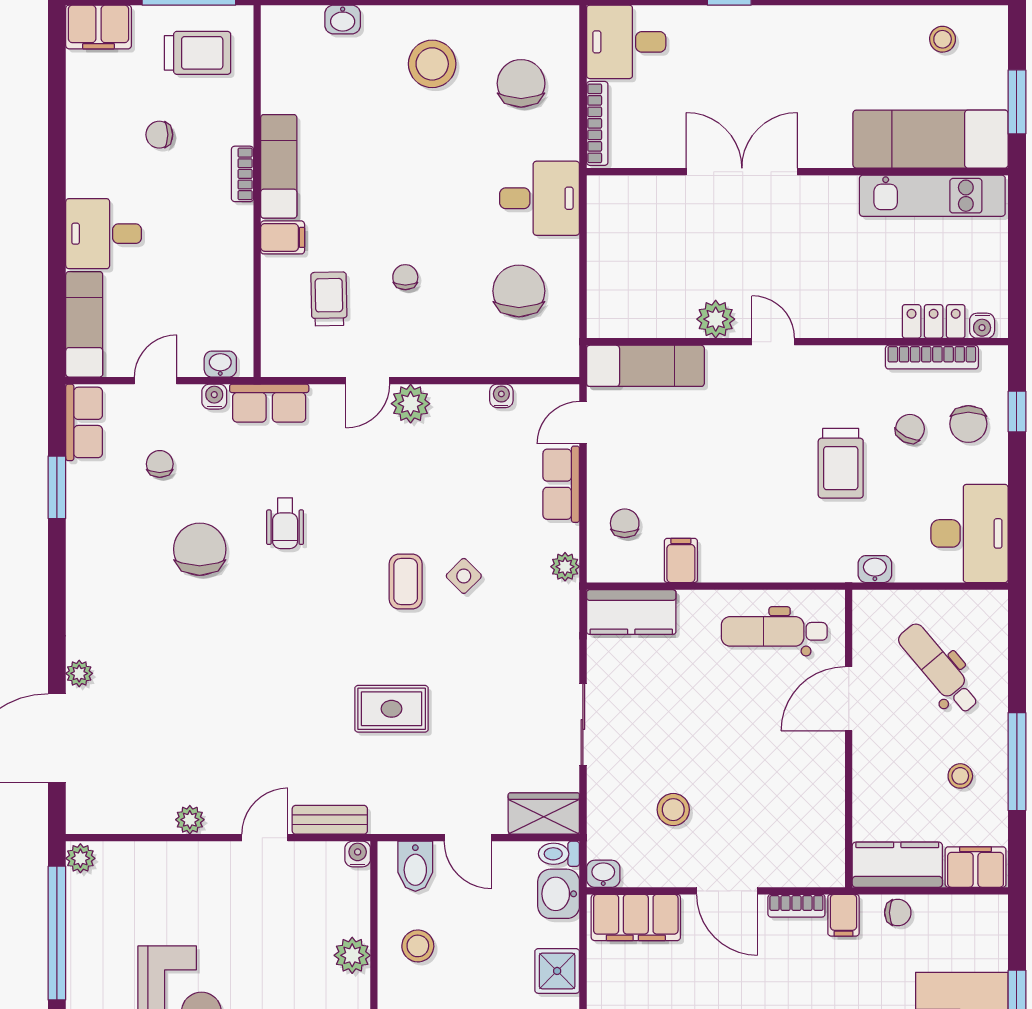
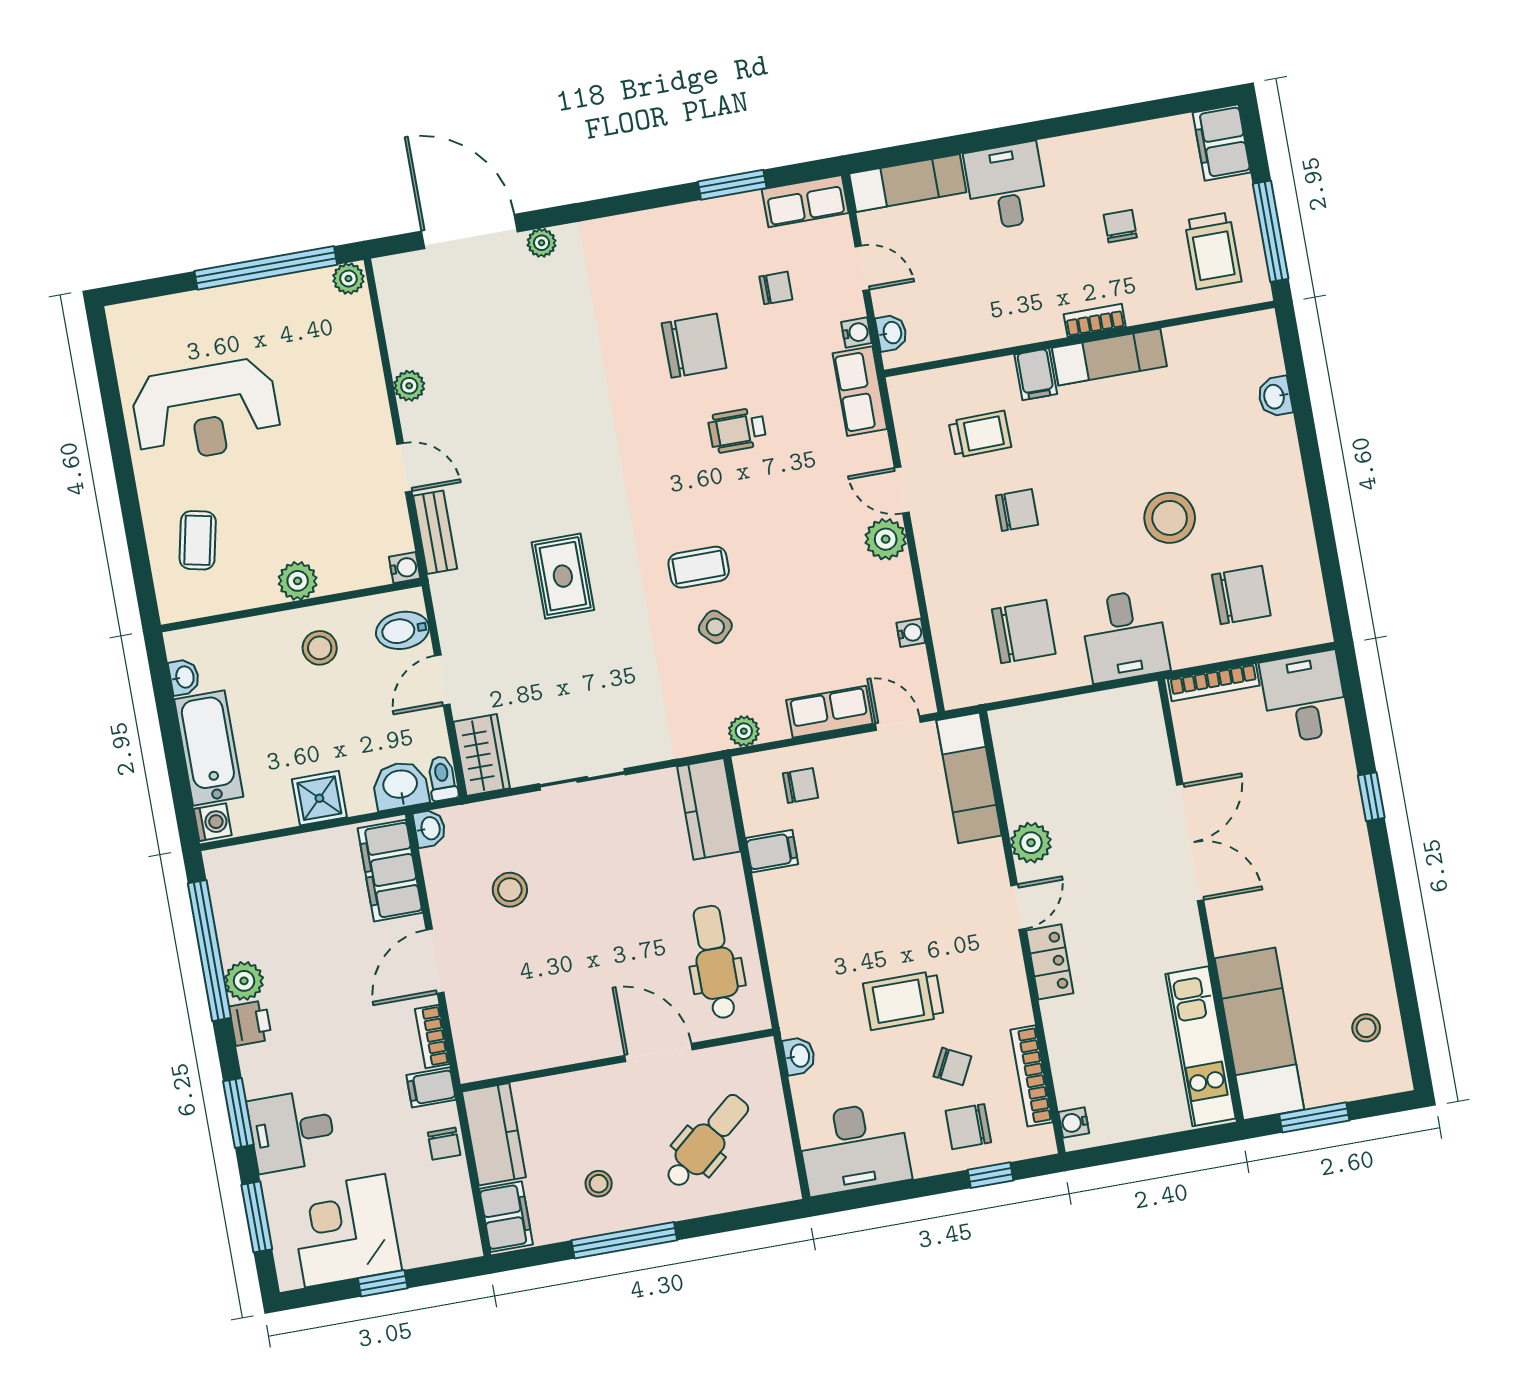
stool: (432, 64) -> (1170, 518), moved
chair: (405, 277) -> (1017, 510), width x1.37, depth x1.37
locker: (934, 321) -> (1050, 962), moved

